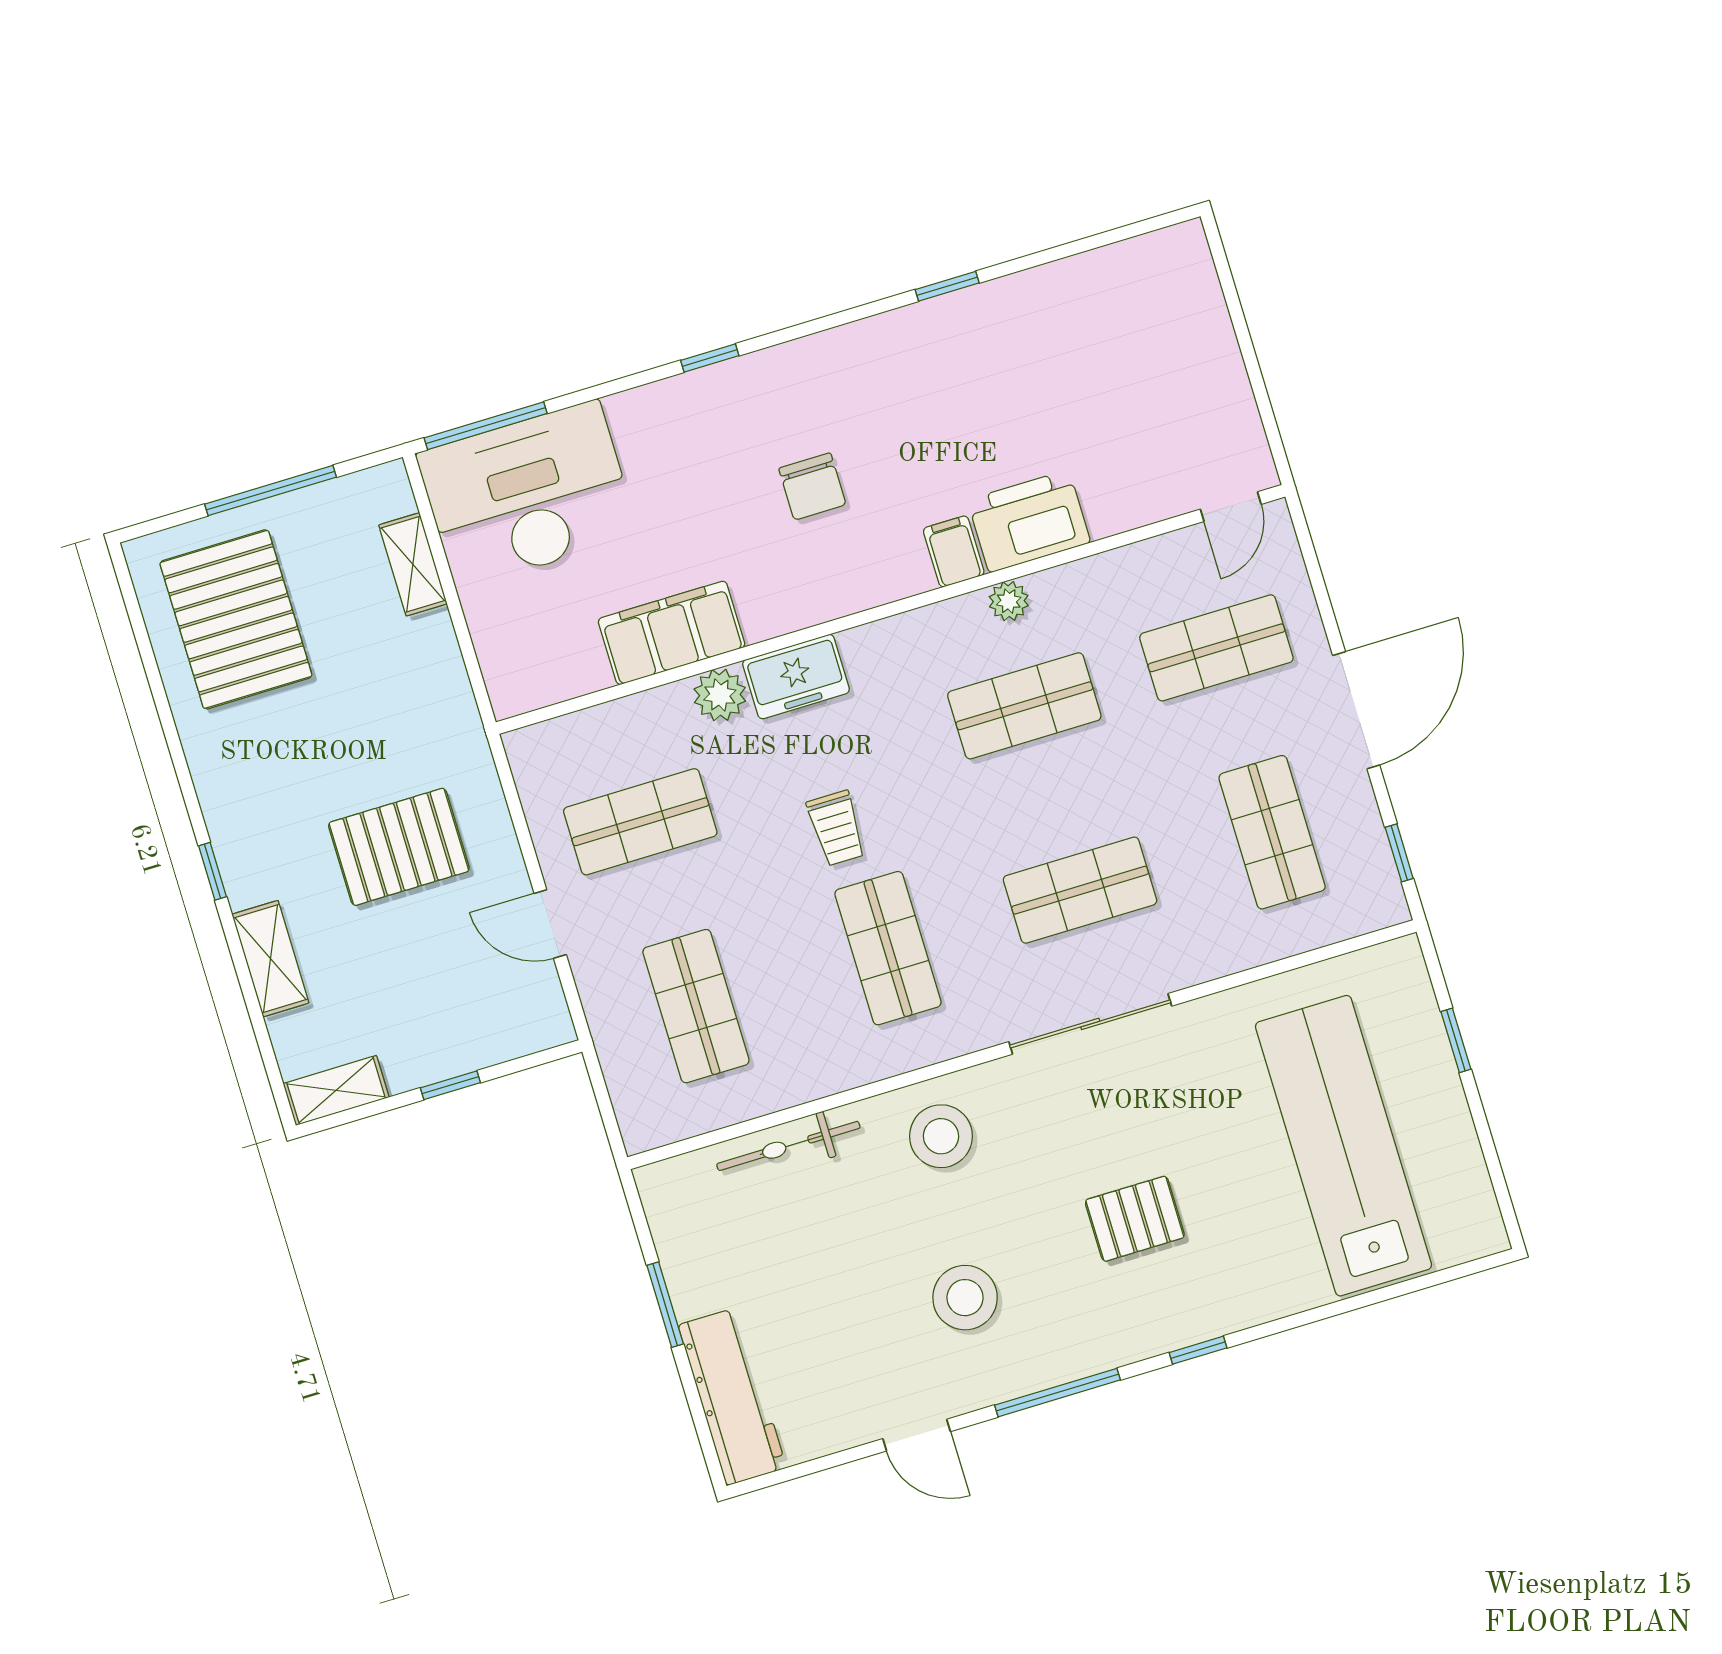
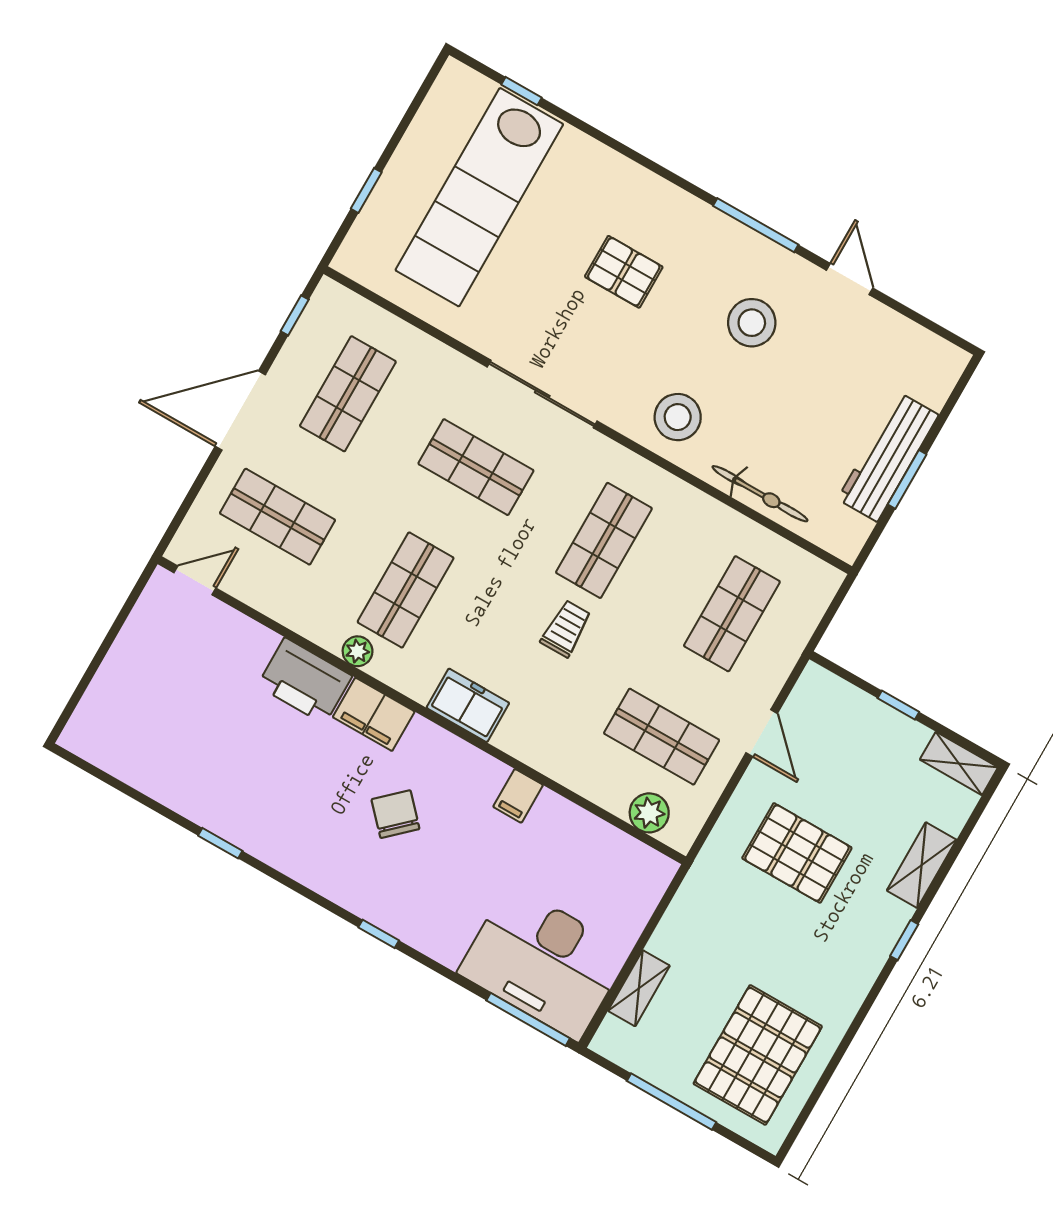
chair: (812, 486) -> (395, 814), turned -43
filing cabinet: (954, 551) -> (374, 714), width x2.00
filing cabinet: (672, 633) -> (518, 796), width x0.33, depth x0.86
freezer: (796, 677) -> (468, 705), moved
plant: (720, 695) -> (649, 813), moved
shop shelf: (1024, 706) -> (406, 590), turned 90
window: (1198, 1350) -> (521, 91), moved
workbench: (732, 1396) -> (888, 457), moved

